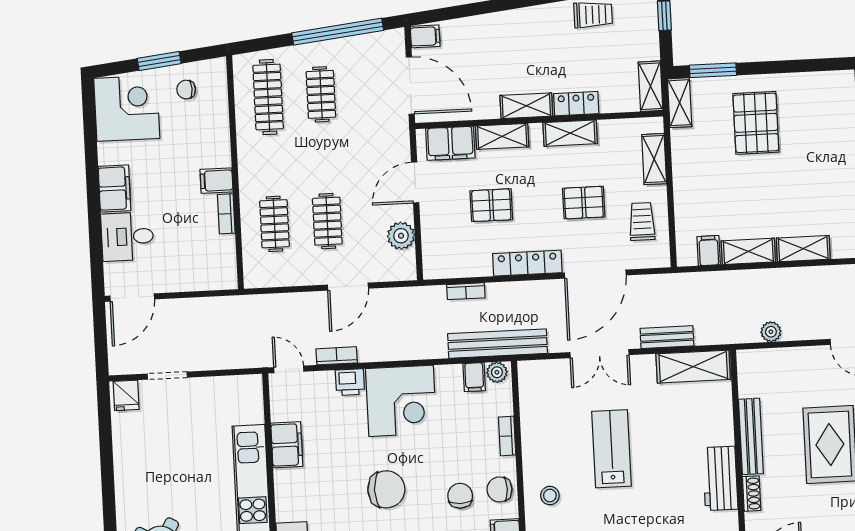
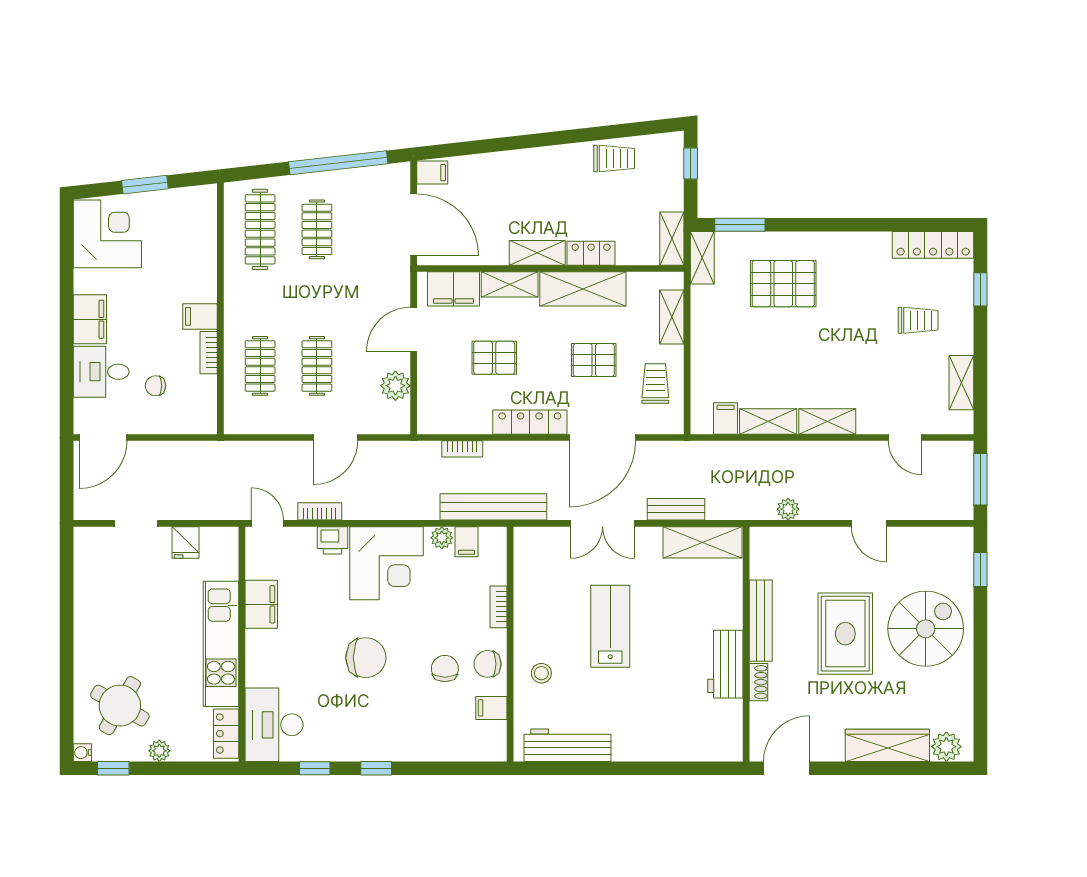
chair: (186, 90) -> (155, 386), moved
pallet: (756, 123) -> (783, 284), turned 90
shelving: (570, 133) -> (583, 289), width x1.50, depth x1.33
plant: (497, 372) -> (442, 538), moved
fridge: (126, 395) -> (186, 542), moved

